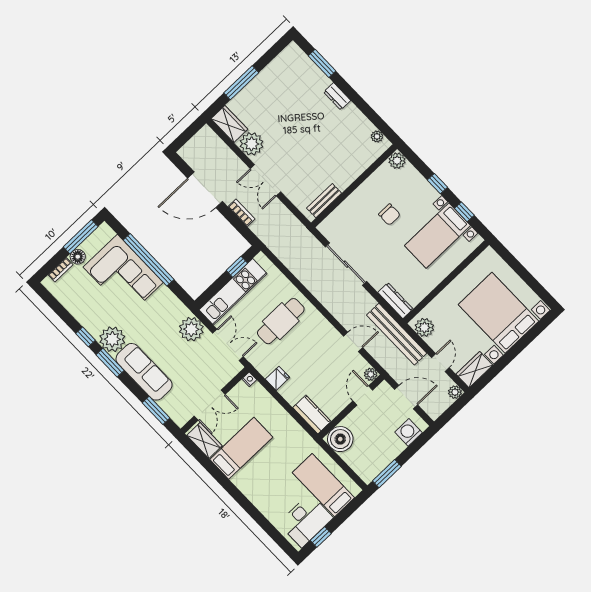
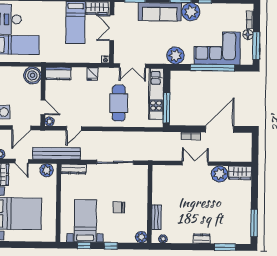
window: (241, 83) -> (254, 223), moved
bench: (324, 201) -> (156, 217), moved
window: (237, 267) -> (166, 108), width x2.17
plant: (191, 329) -> (176, 56), moved

